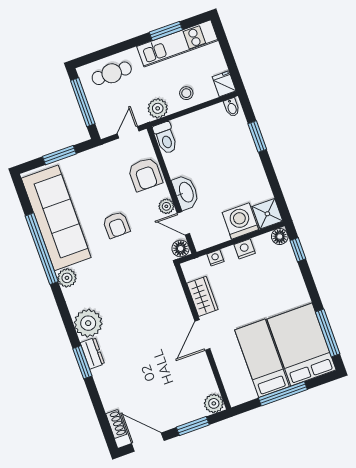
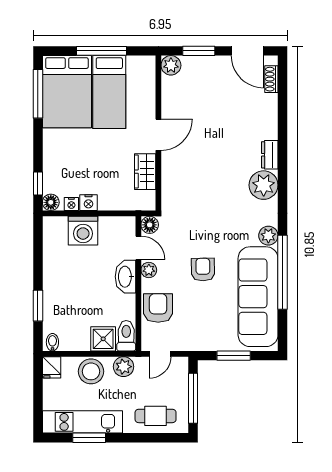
stool: (186, 93) -> (91, 371), width x1.89, depth x1.89
shower: (267, 214) -> (103, 339), moved
nightstand: (215, 258) -> (71, 204), moved
window: (82, 362) -> (282, 150), removed

